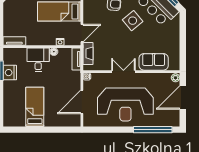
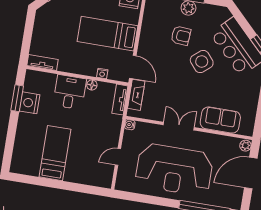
door: (82, 33) -> (133, 67), hinge flipped
door: (82, 102) -> (118, 157), width x0.53

